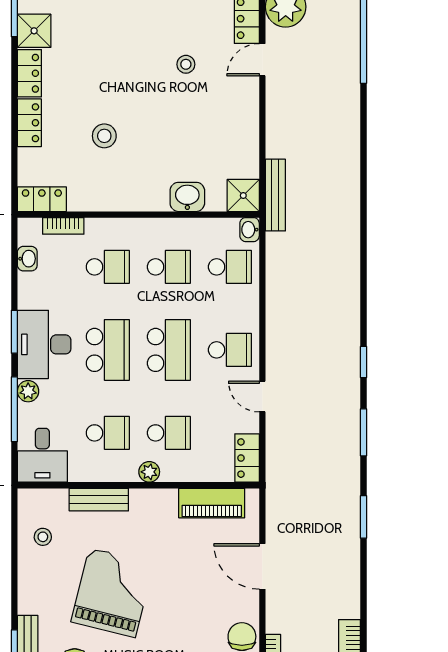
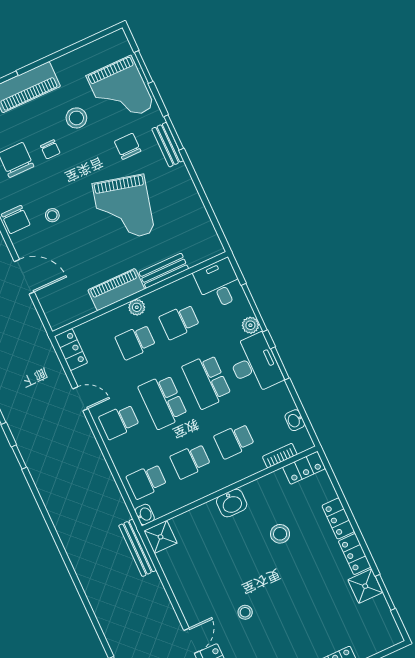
washbasin: (187, 197) -> (232, 503), moved
piano: (212, 503) -> (116, 290), moved
stool: (43, 537) -> (52, 215), moved

